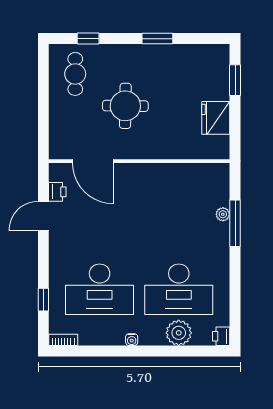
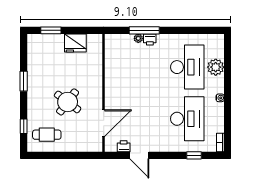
round table: (125, 106) -> (68, 102), turned 36
printer: (221, 336) -> (150, 39), moved

